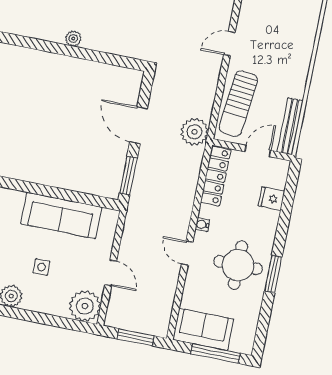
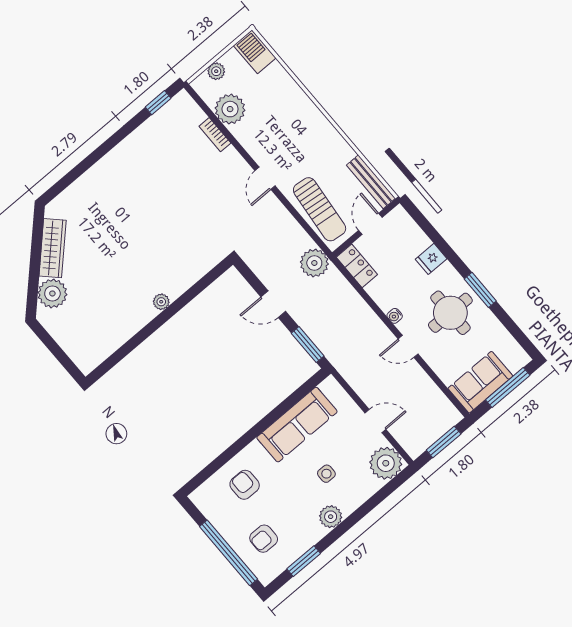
door: (139, 125) -> (273, 304), width x0.73
locker: (216, 176) -> (357, 266), width x0.66
fridge: (271, 198) -> (431, 259), moved

